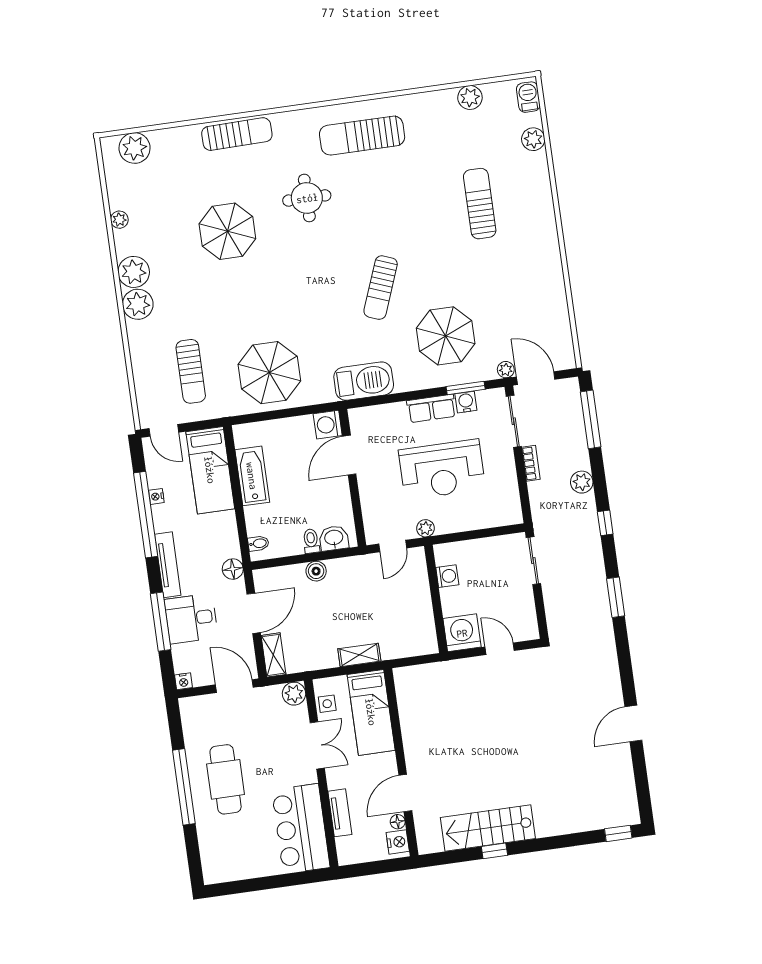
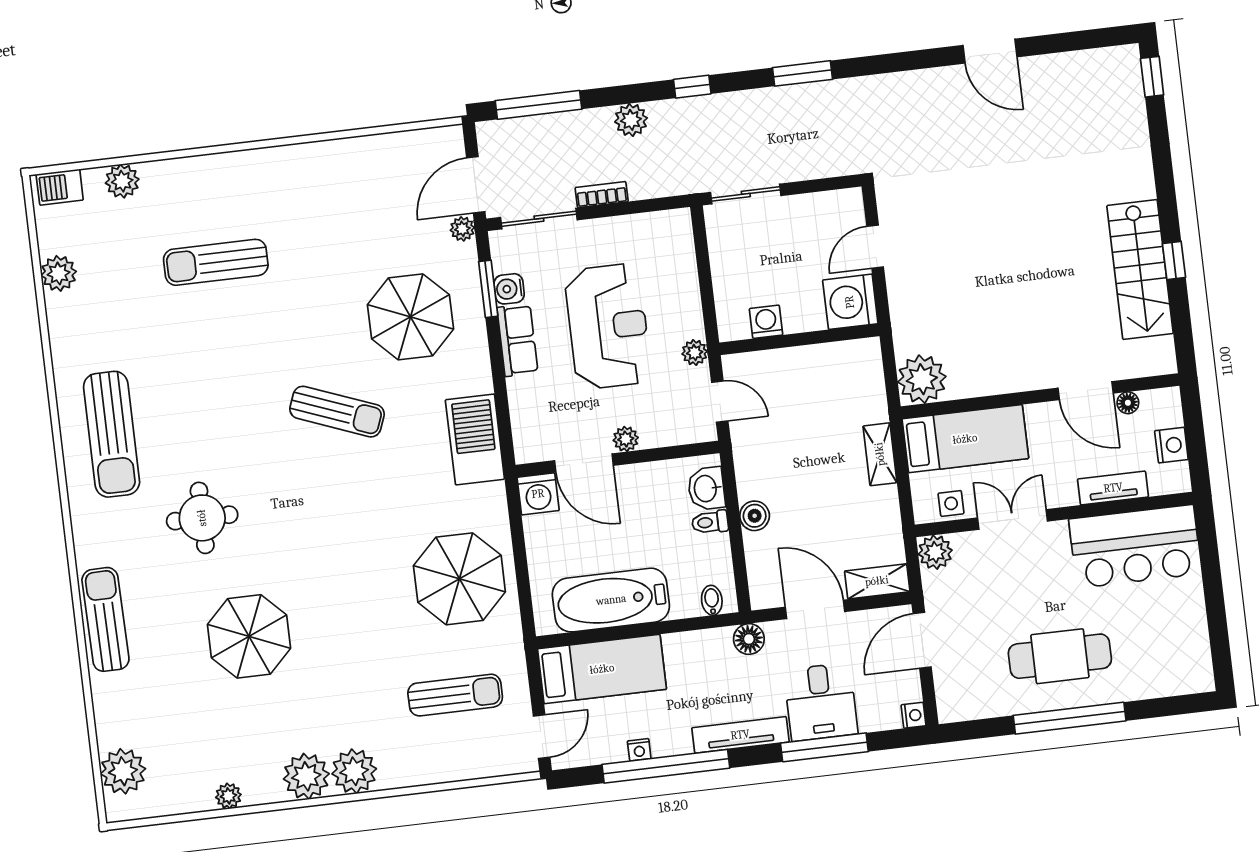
bathtub: (252, 476) -> (611, 600), width x1.36, depth x1.36
plant: (366, 483) -> (626, 439), added
plant: (411, 682) -> (922, 379), added
nightstand: (398, 842) -> (1171, 445), moved, turned 90

